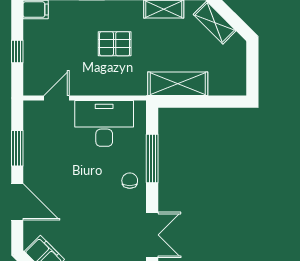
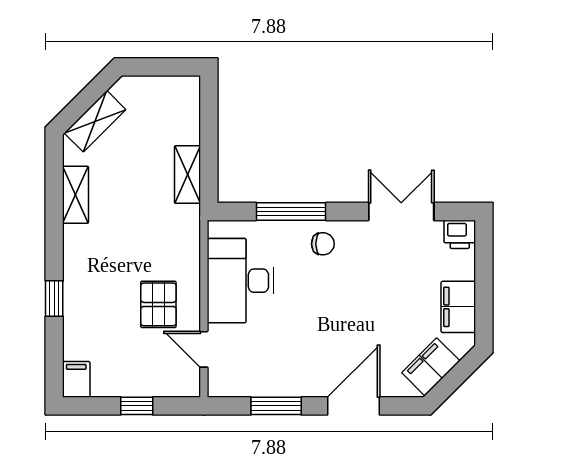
pallet: (115, 44) -> (158, 304), moved
shelving: (178, 84) -> (188, 175), width x0.67, depth x0.75
chair: (130, 181) -> (323, 244), turned 180

